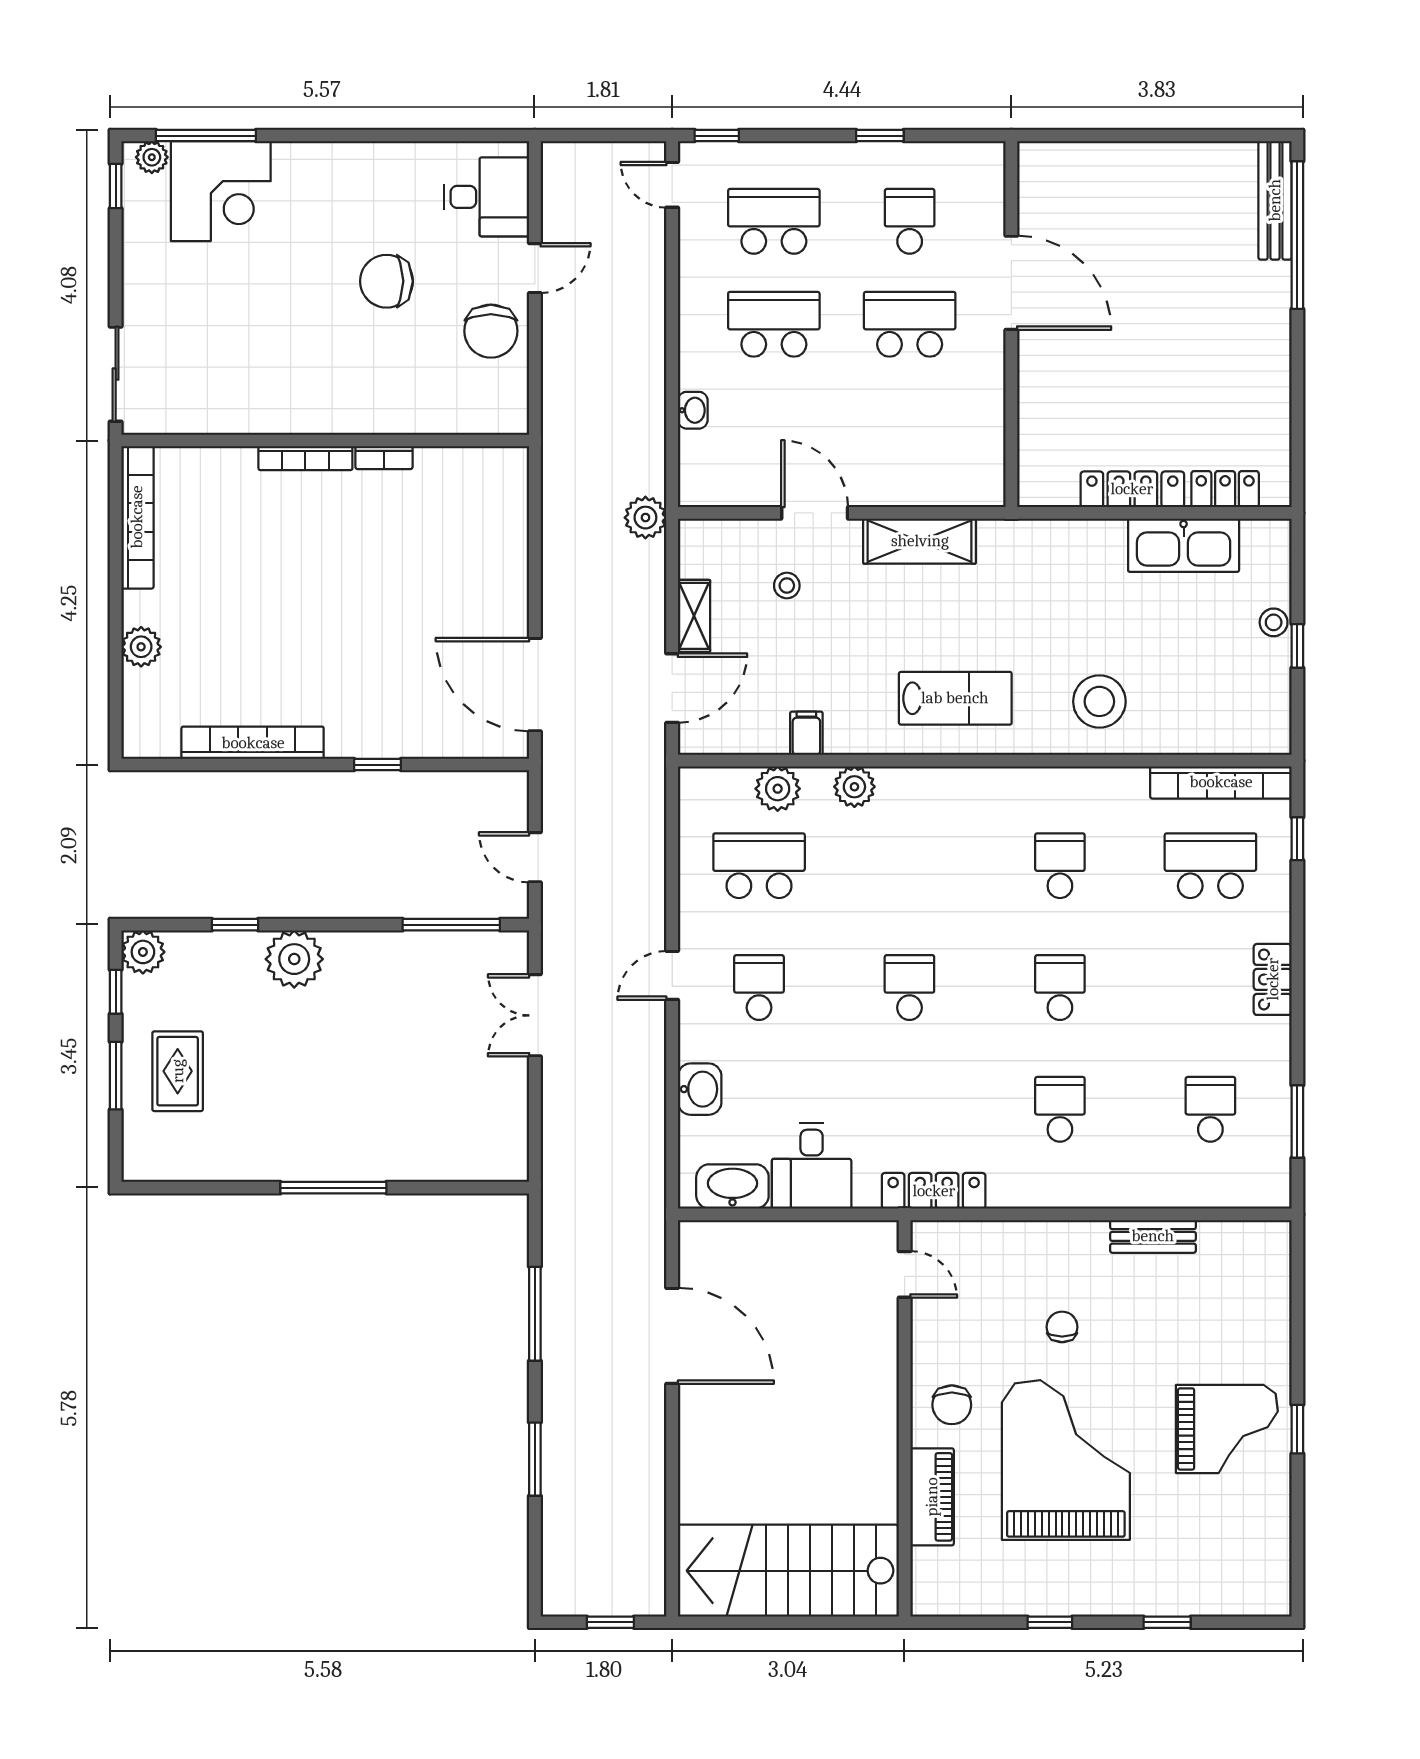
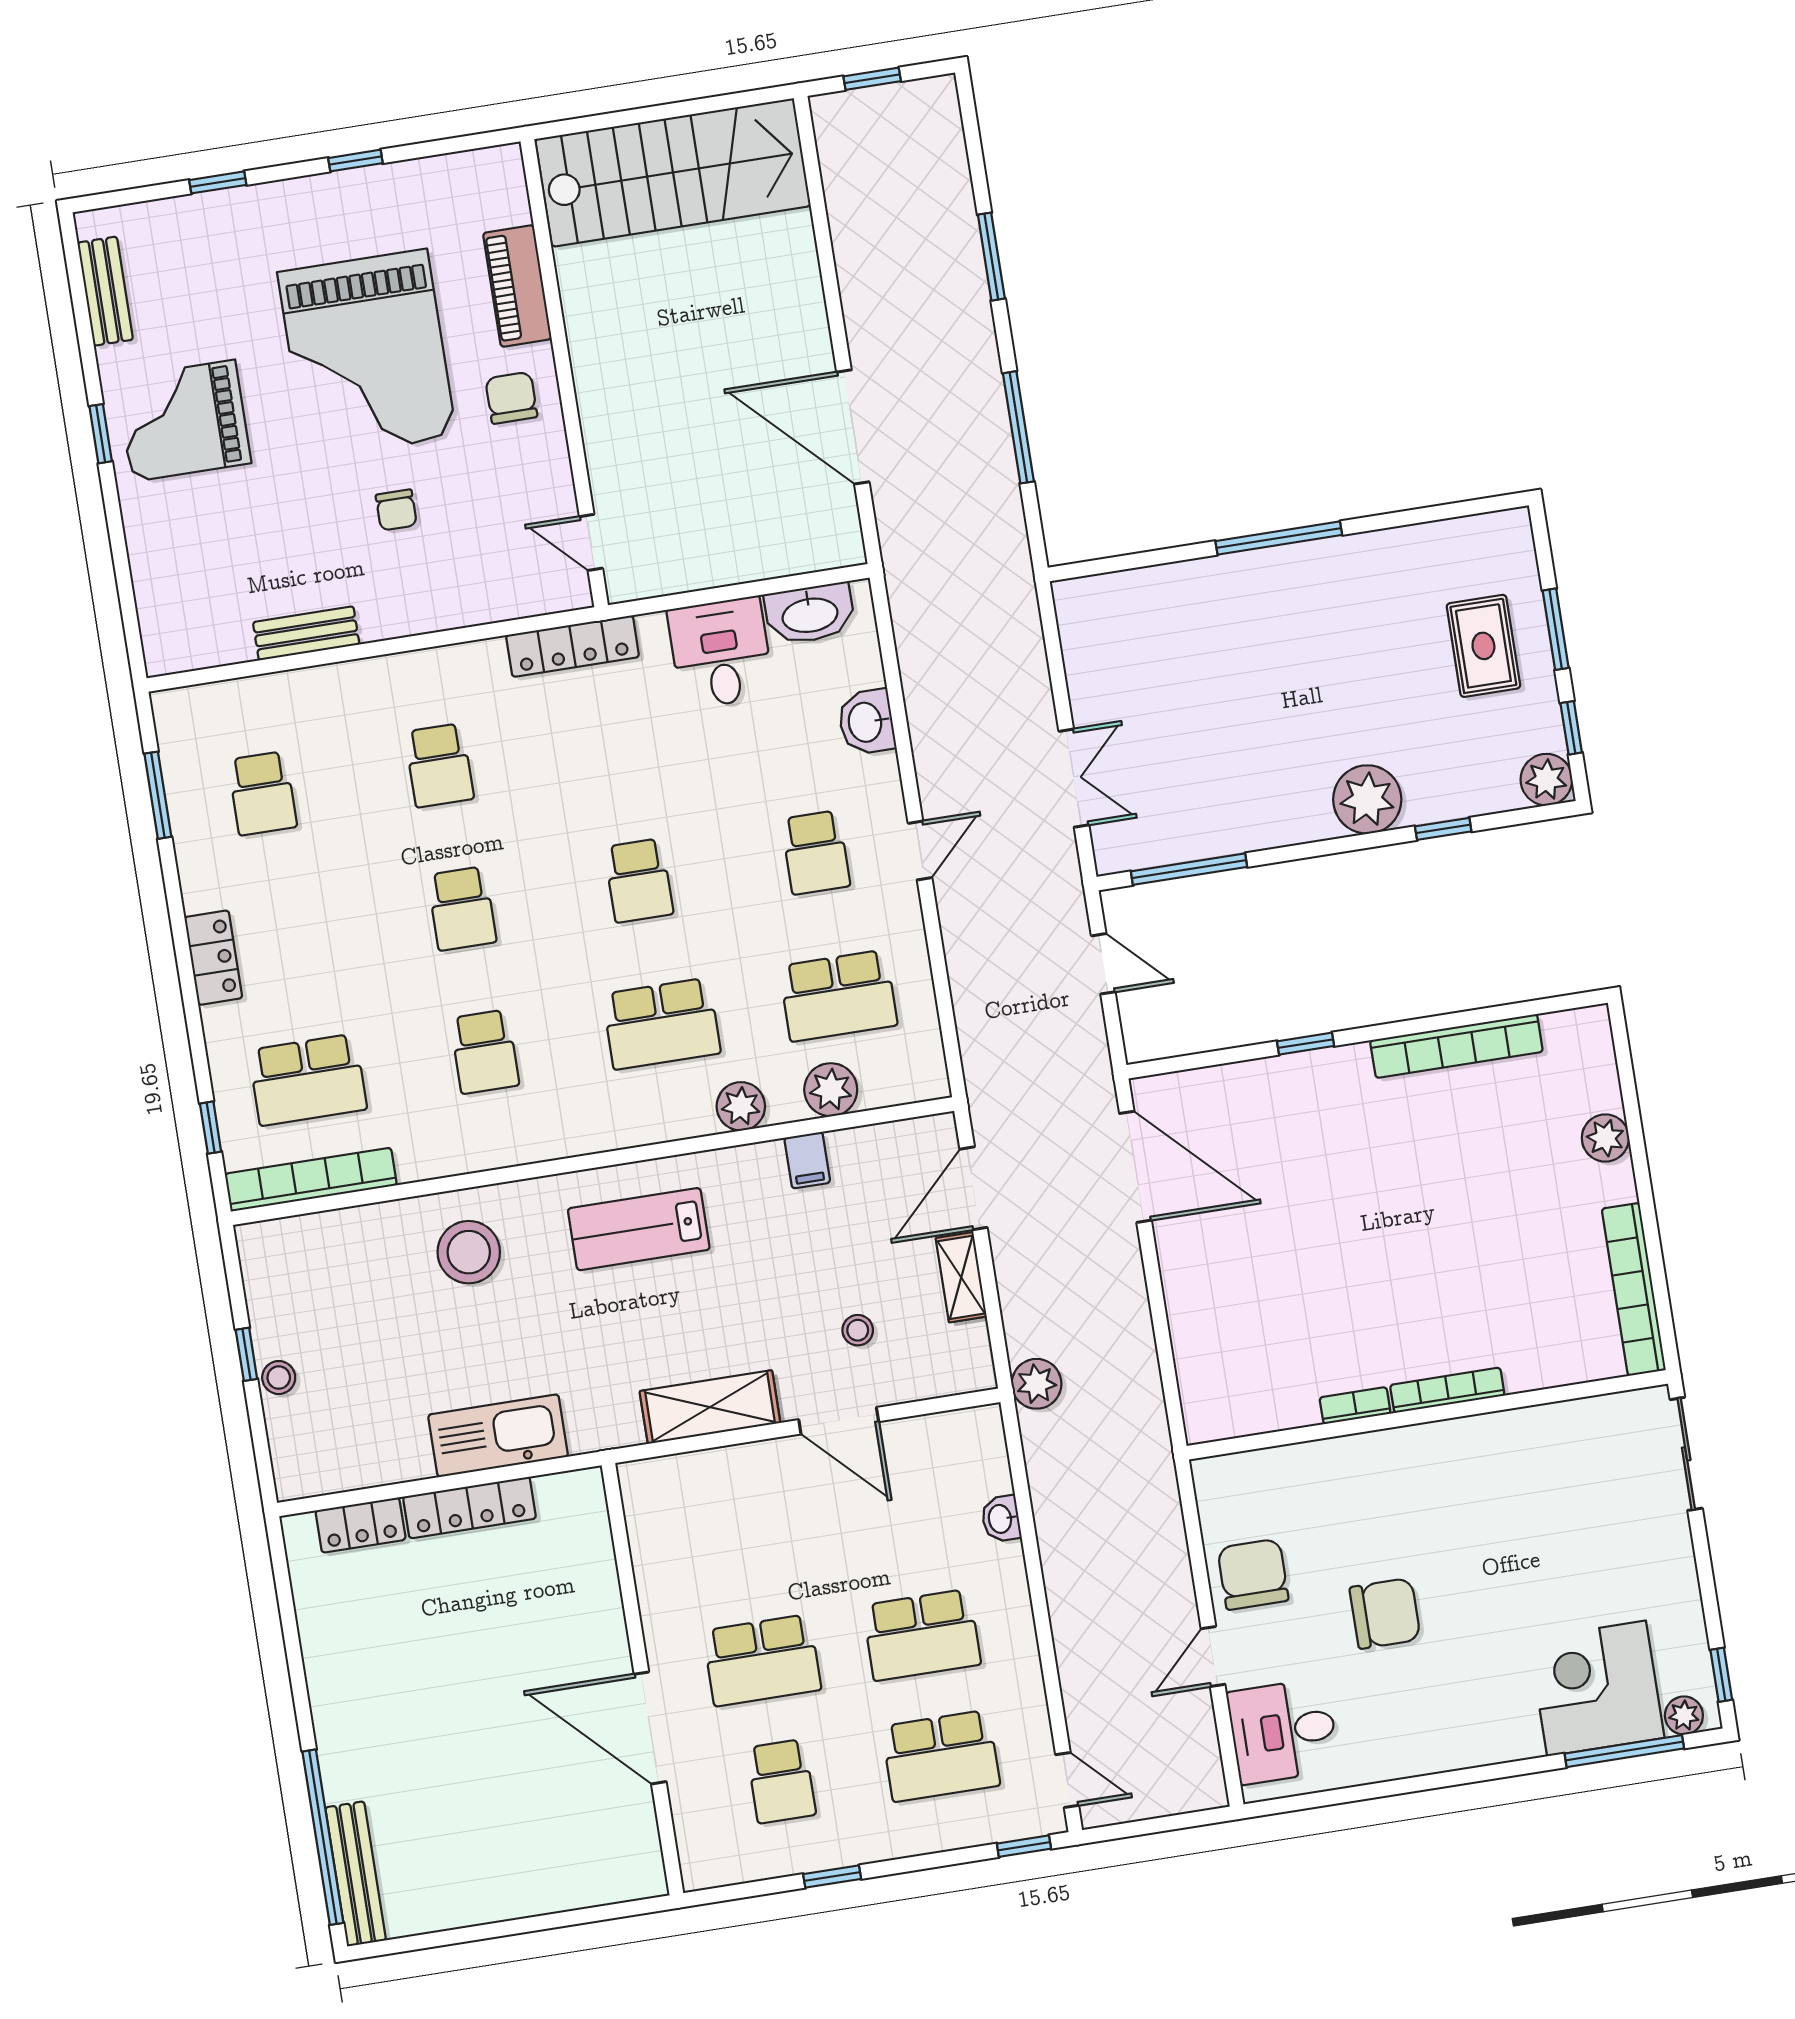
kitchen sink: (1184, 545) -> (498, 1436), moved
school desk: (909, 866) -> (661, 1024), added
bench: (1275, 1547) -> (105, 291), added

